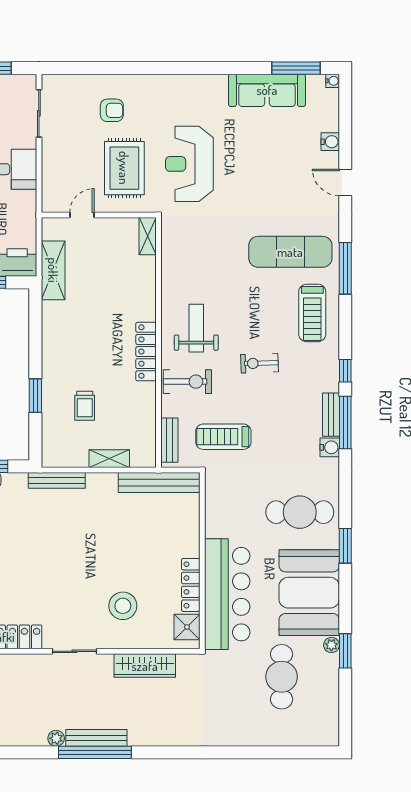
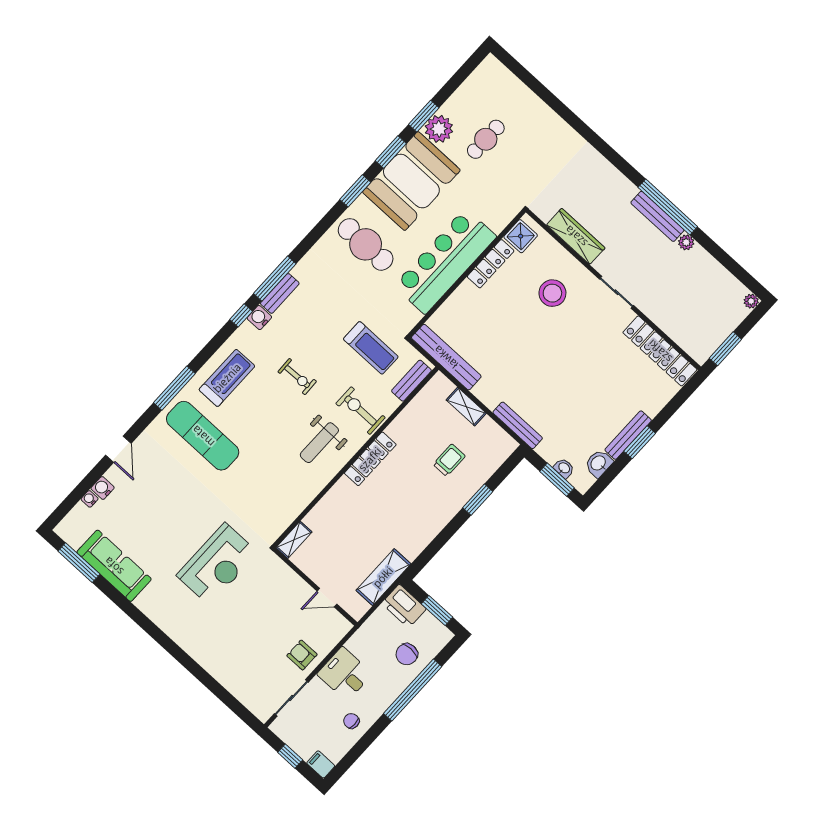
water cooler: (333, 81) -> (90, 499), moved
armchair: (112, 110) -> (302, 655), moved
rug: (124, 168) -> (266, 603), removed
water cooler: (330, 447) -> (259, 318), moved
bar counter: (227, 594) -> (445, 261), moved
window: (345, 600) -> (391, 152), added
plant: (331, 645) -> (439, 129), width x1.88, depth x1.88
cafe table: (282, 677) -> (486, 139), width x0.73, depth x0.74

